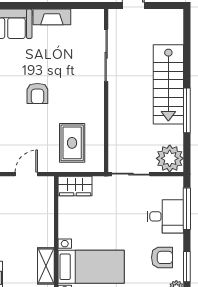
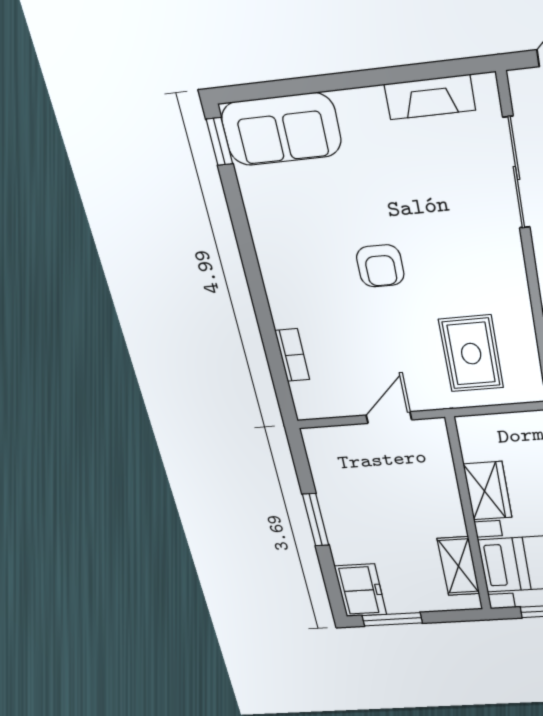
fireplace: (52, 17) -> (430, 97), moved
wardrobe: (75, 186) -> (488, 491), moved, turned -90

